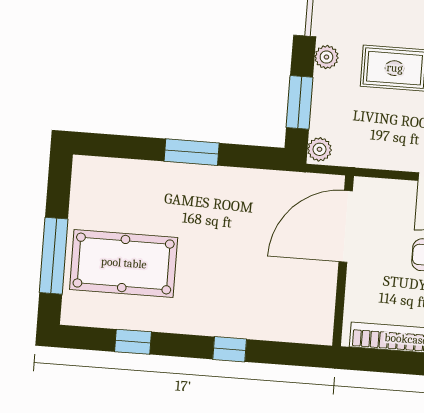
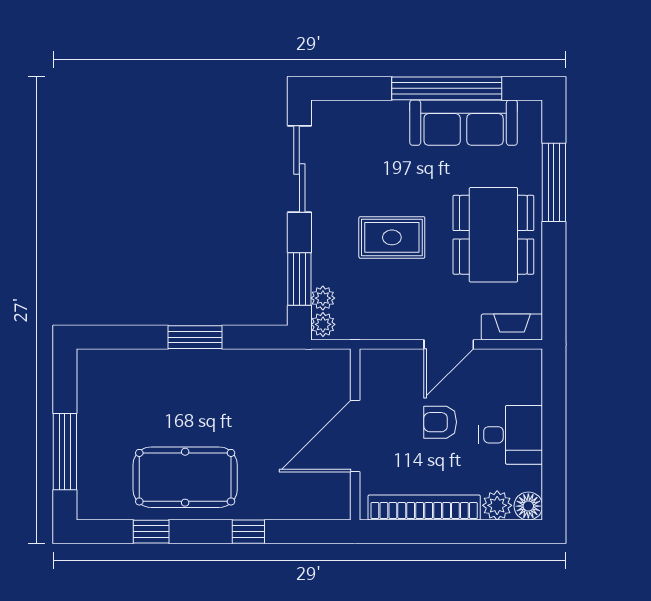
plant: (326, 57) -> (323, 298), moved
door: (346, 226) -> (355, 436), moved
pool table: (124, 263) -> (185, 477), moved

